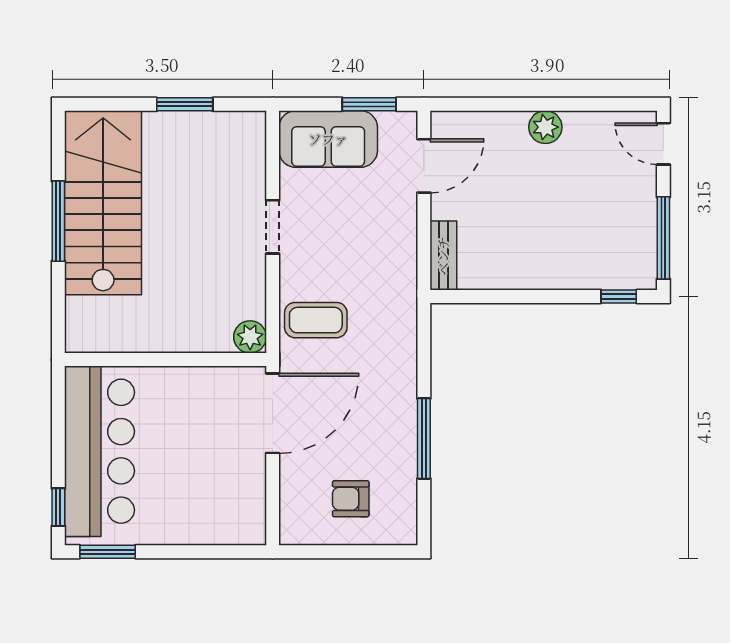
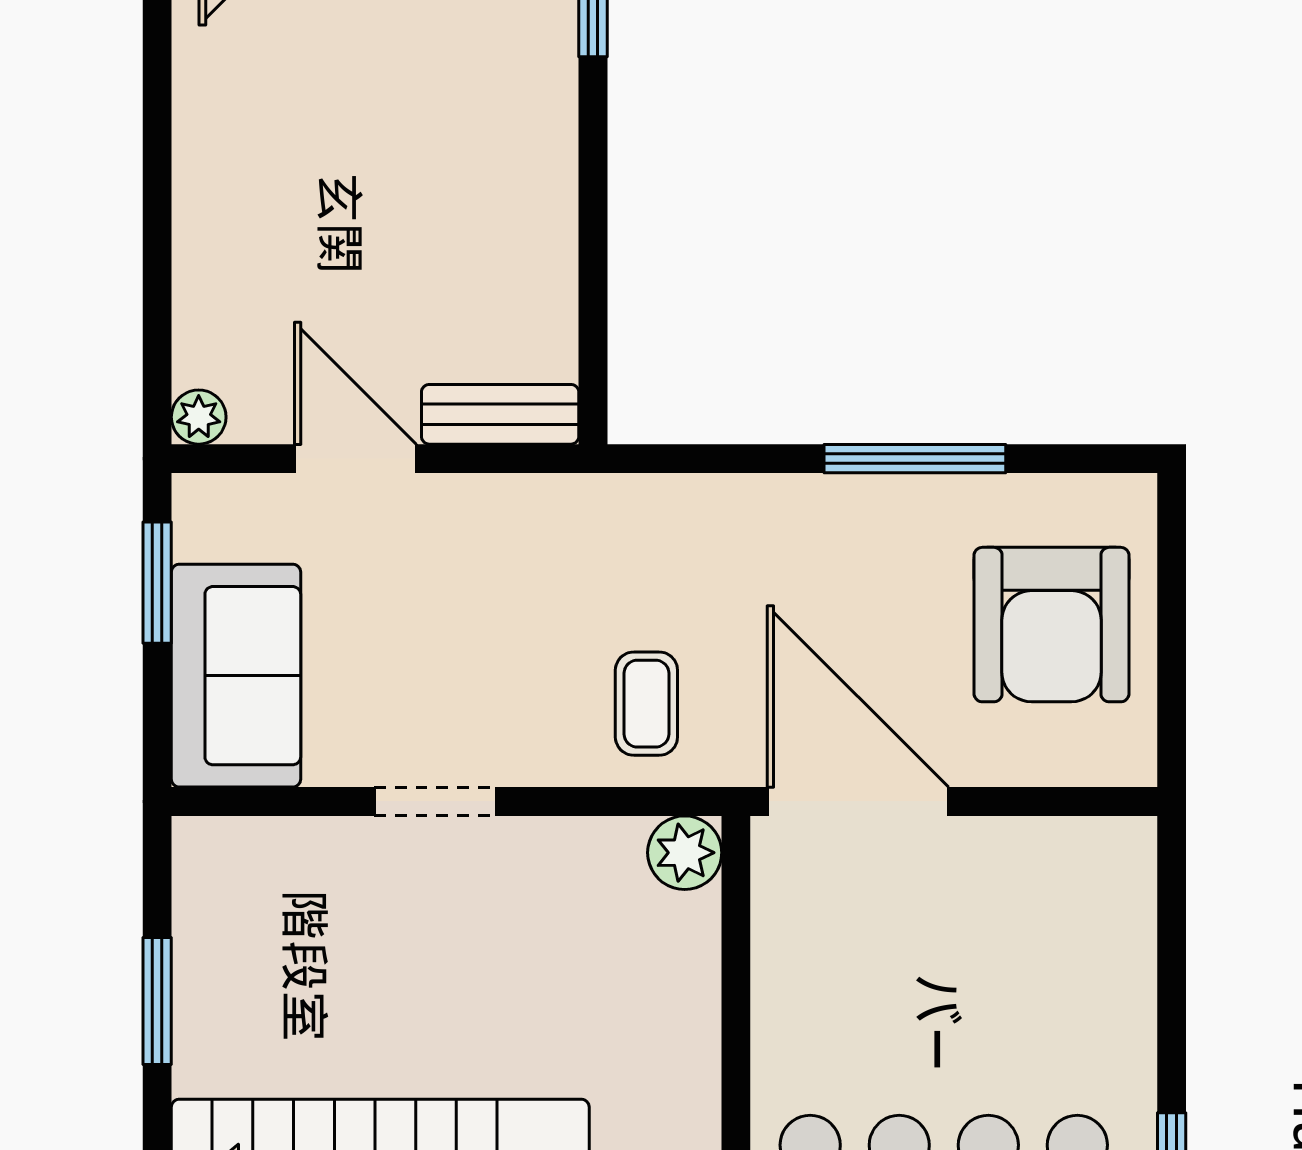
plant: (545, 127) -> (199, 417), moved, width x0.73, depth x0.73
door: (424, 166) -> (355, 459), moved
coffee table: (316, 320) -> (646, 704), width x0.73, depth x0.77
armchair: (351, 499) -> (1051, 625), width x1.88, depth x1.88

